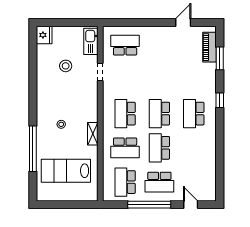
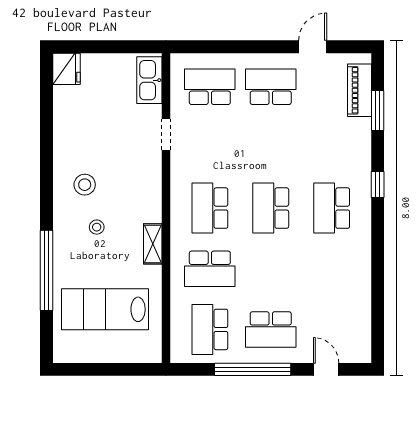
stool: (66, 66) -> (85, 185), moved
school desk: (159, 148) -> (271, 87), moved, turned 90

